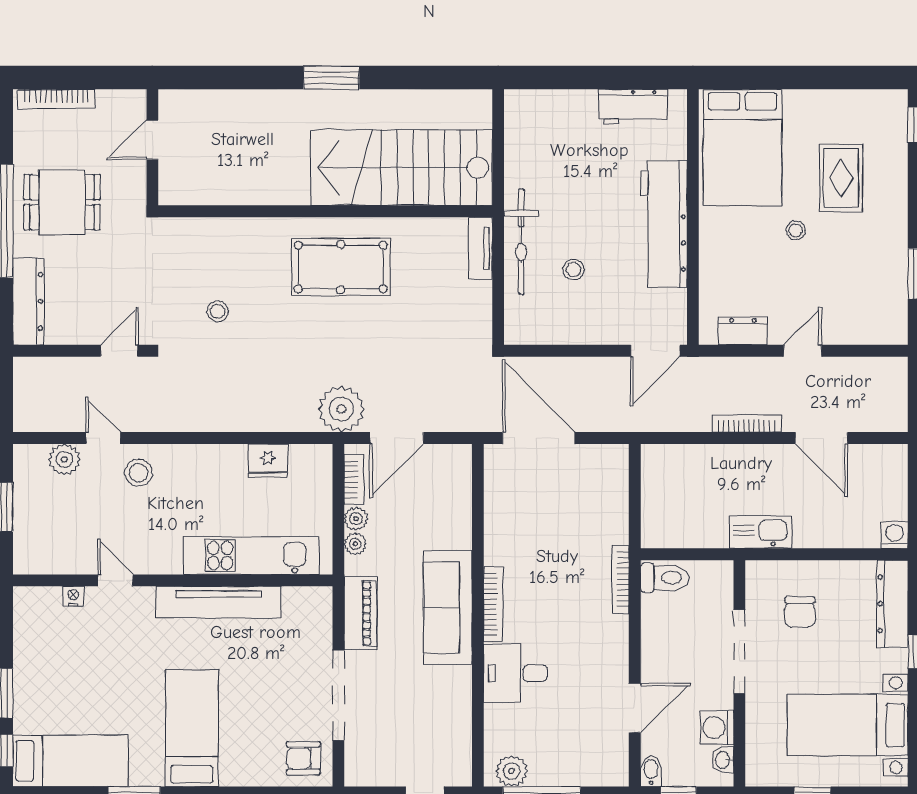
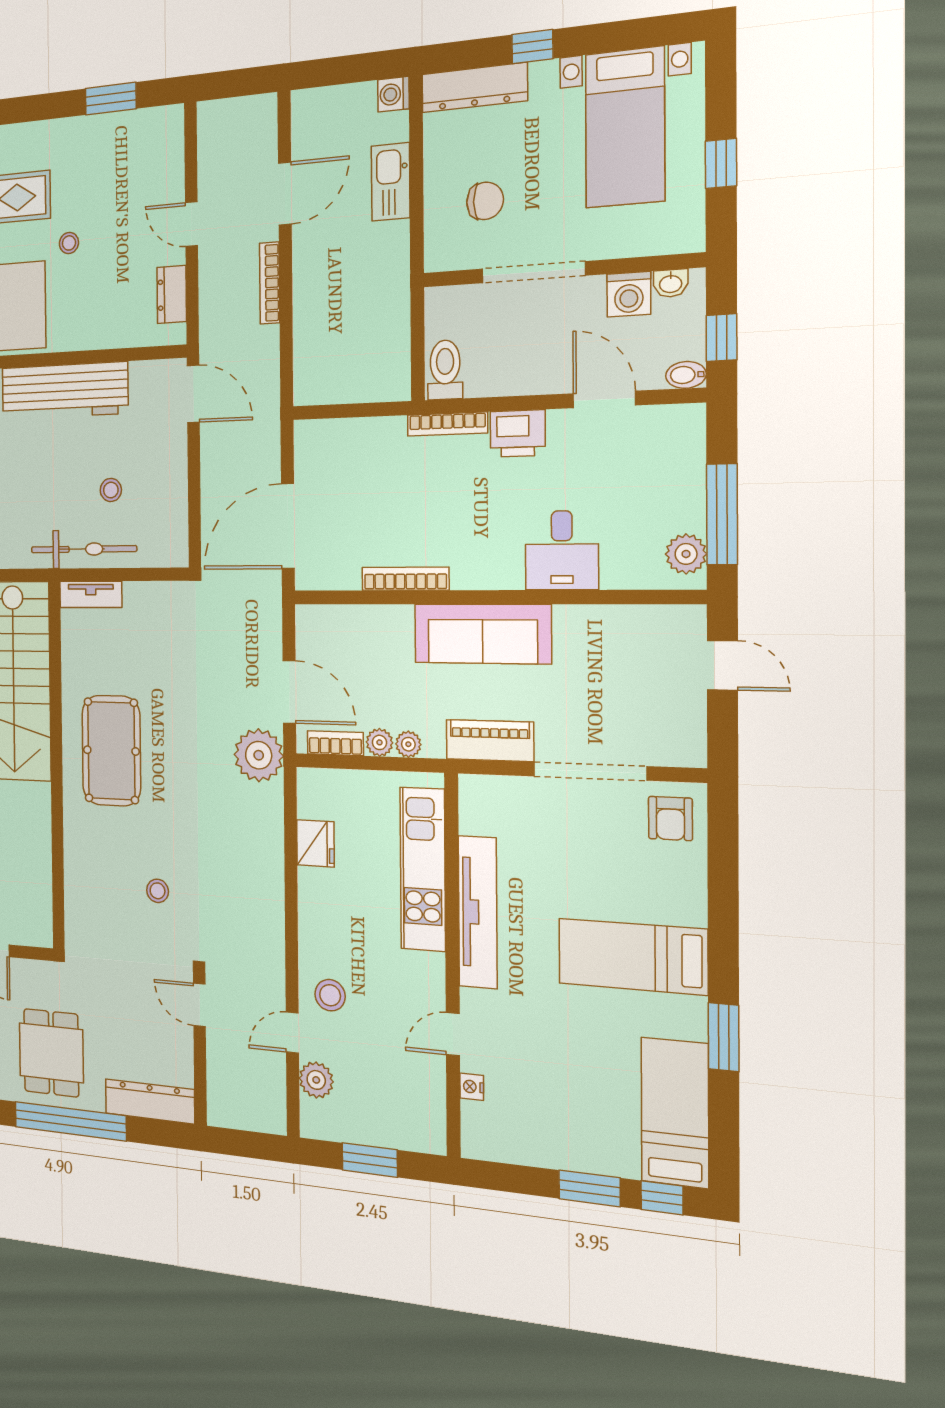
kitchen sink: (761, 532) -> (391, 182), moved
bookcase: (493, 604) -> (405, 579), moved
printer: (610, 638) -> (518, 433), added

